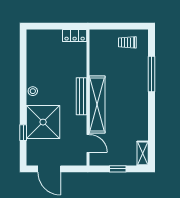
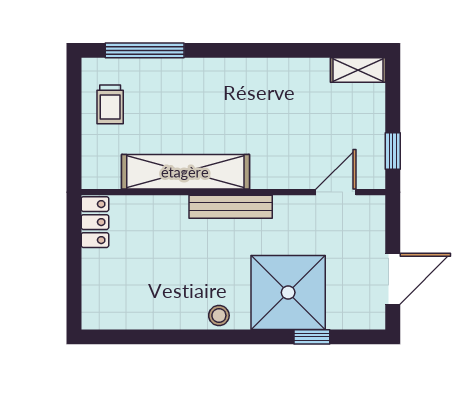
window: (151, 74) -> (145, 50), moved
shelving: (97, 104) -> (185, 172), moved
window: (118, 169) -> (393, 151), moved

